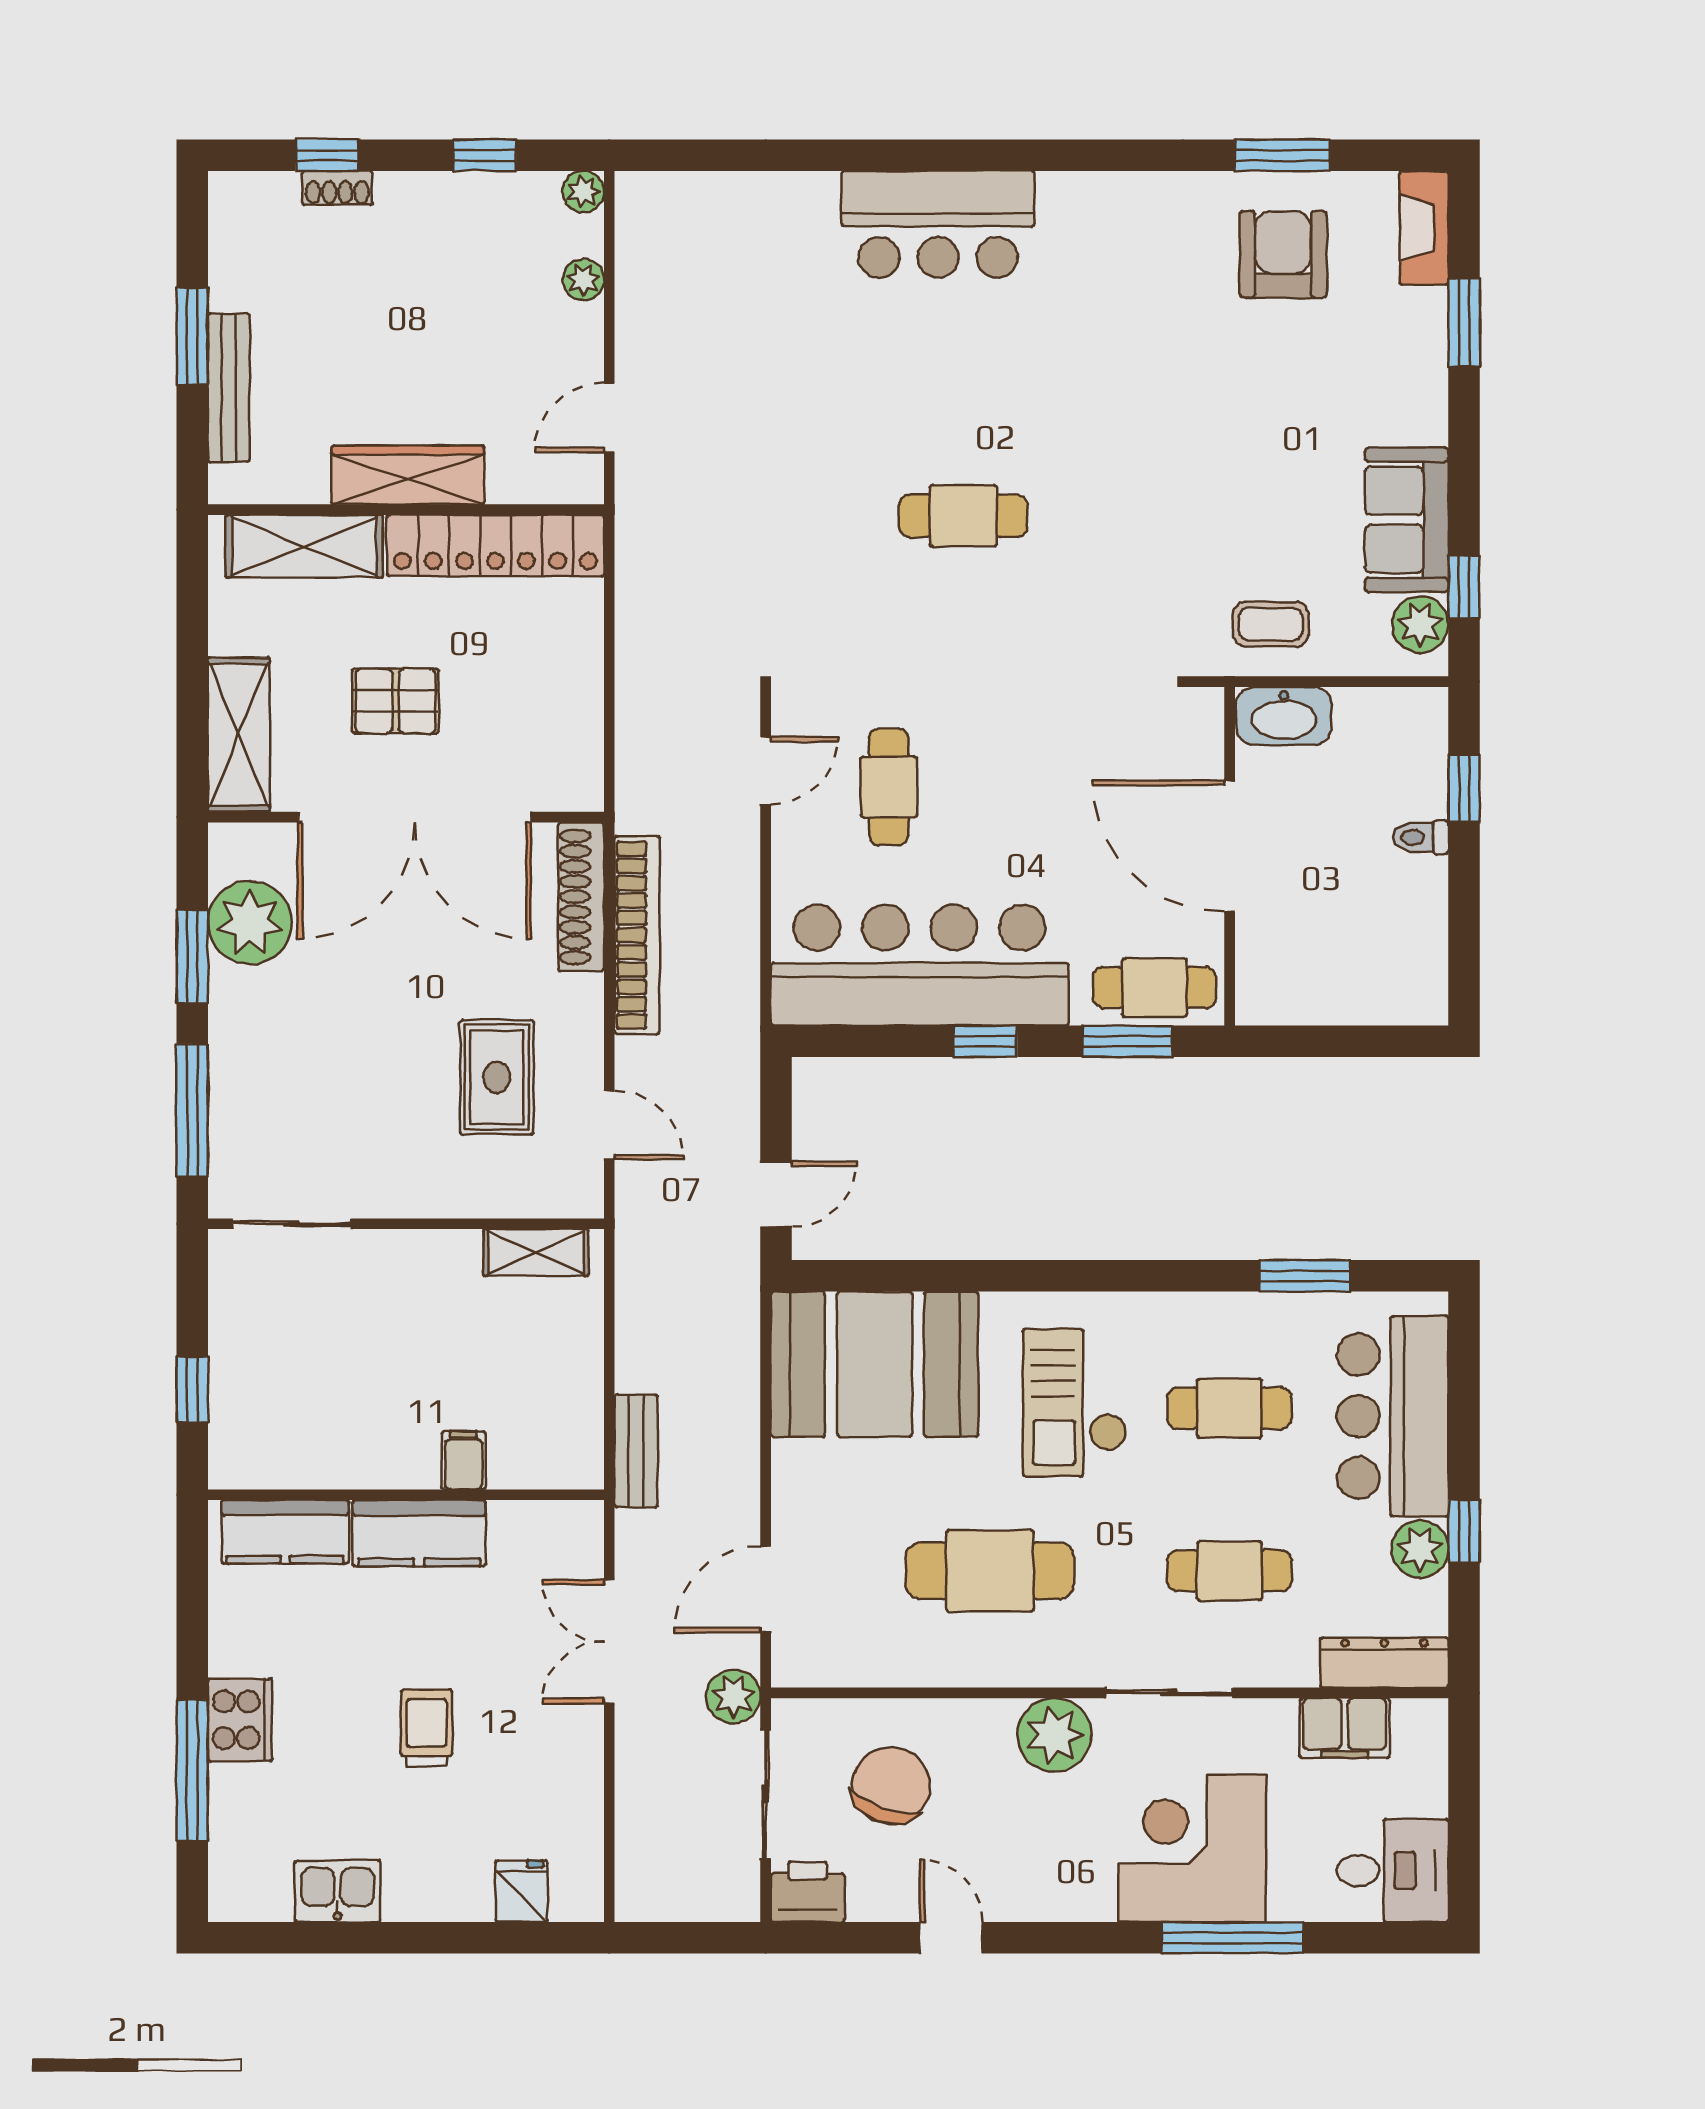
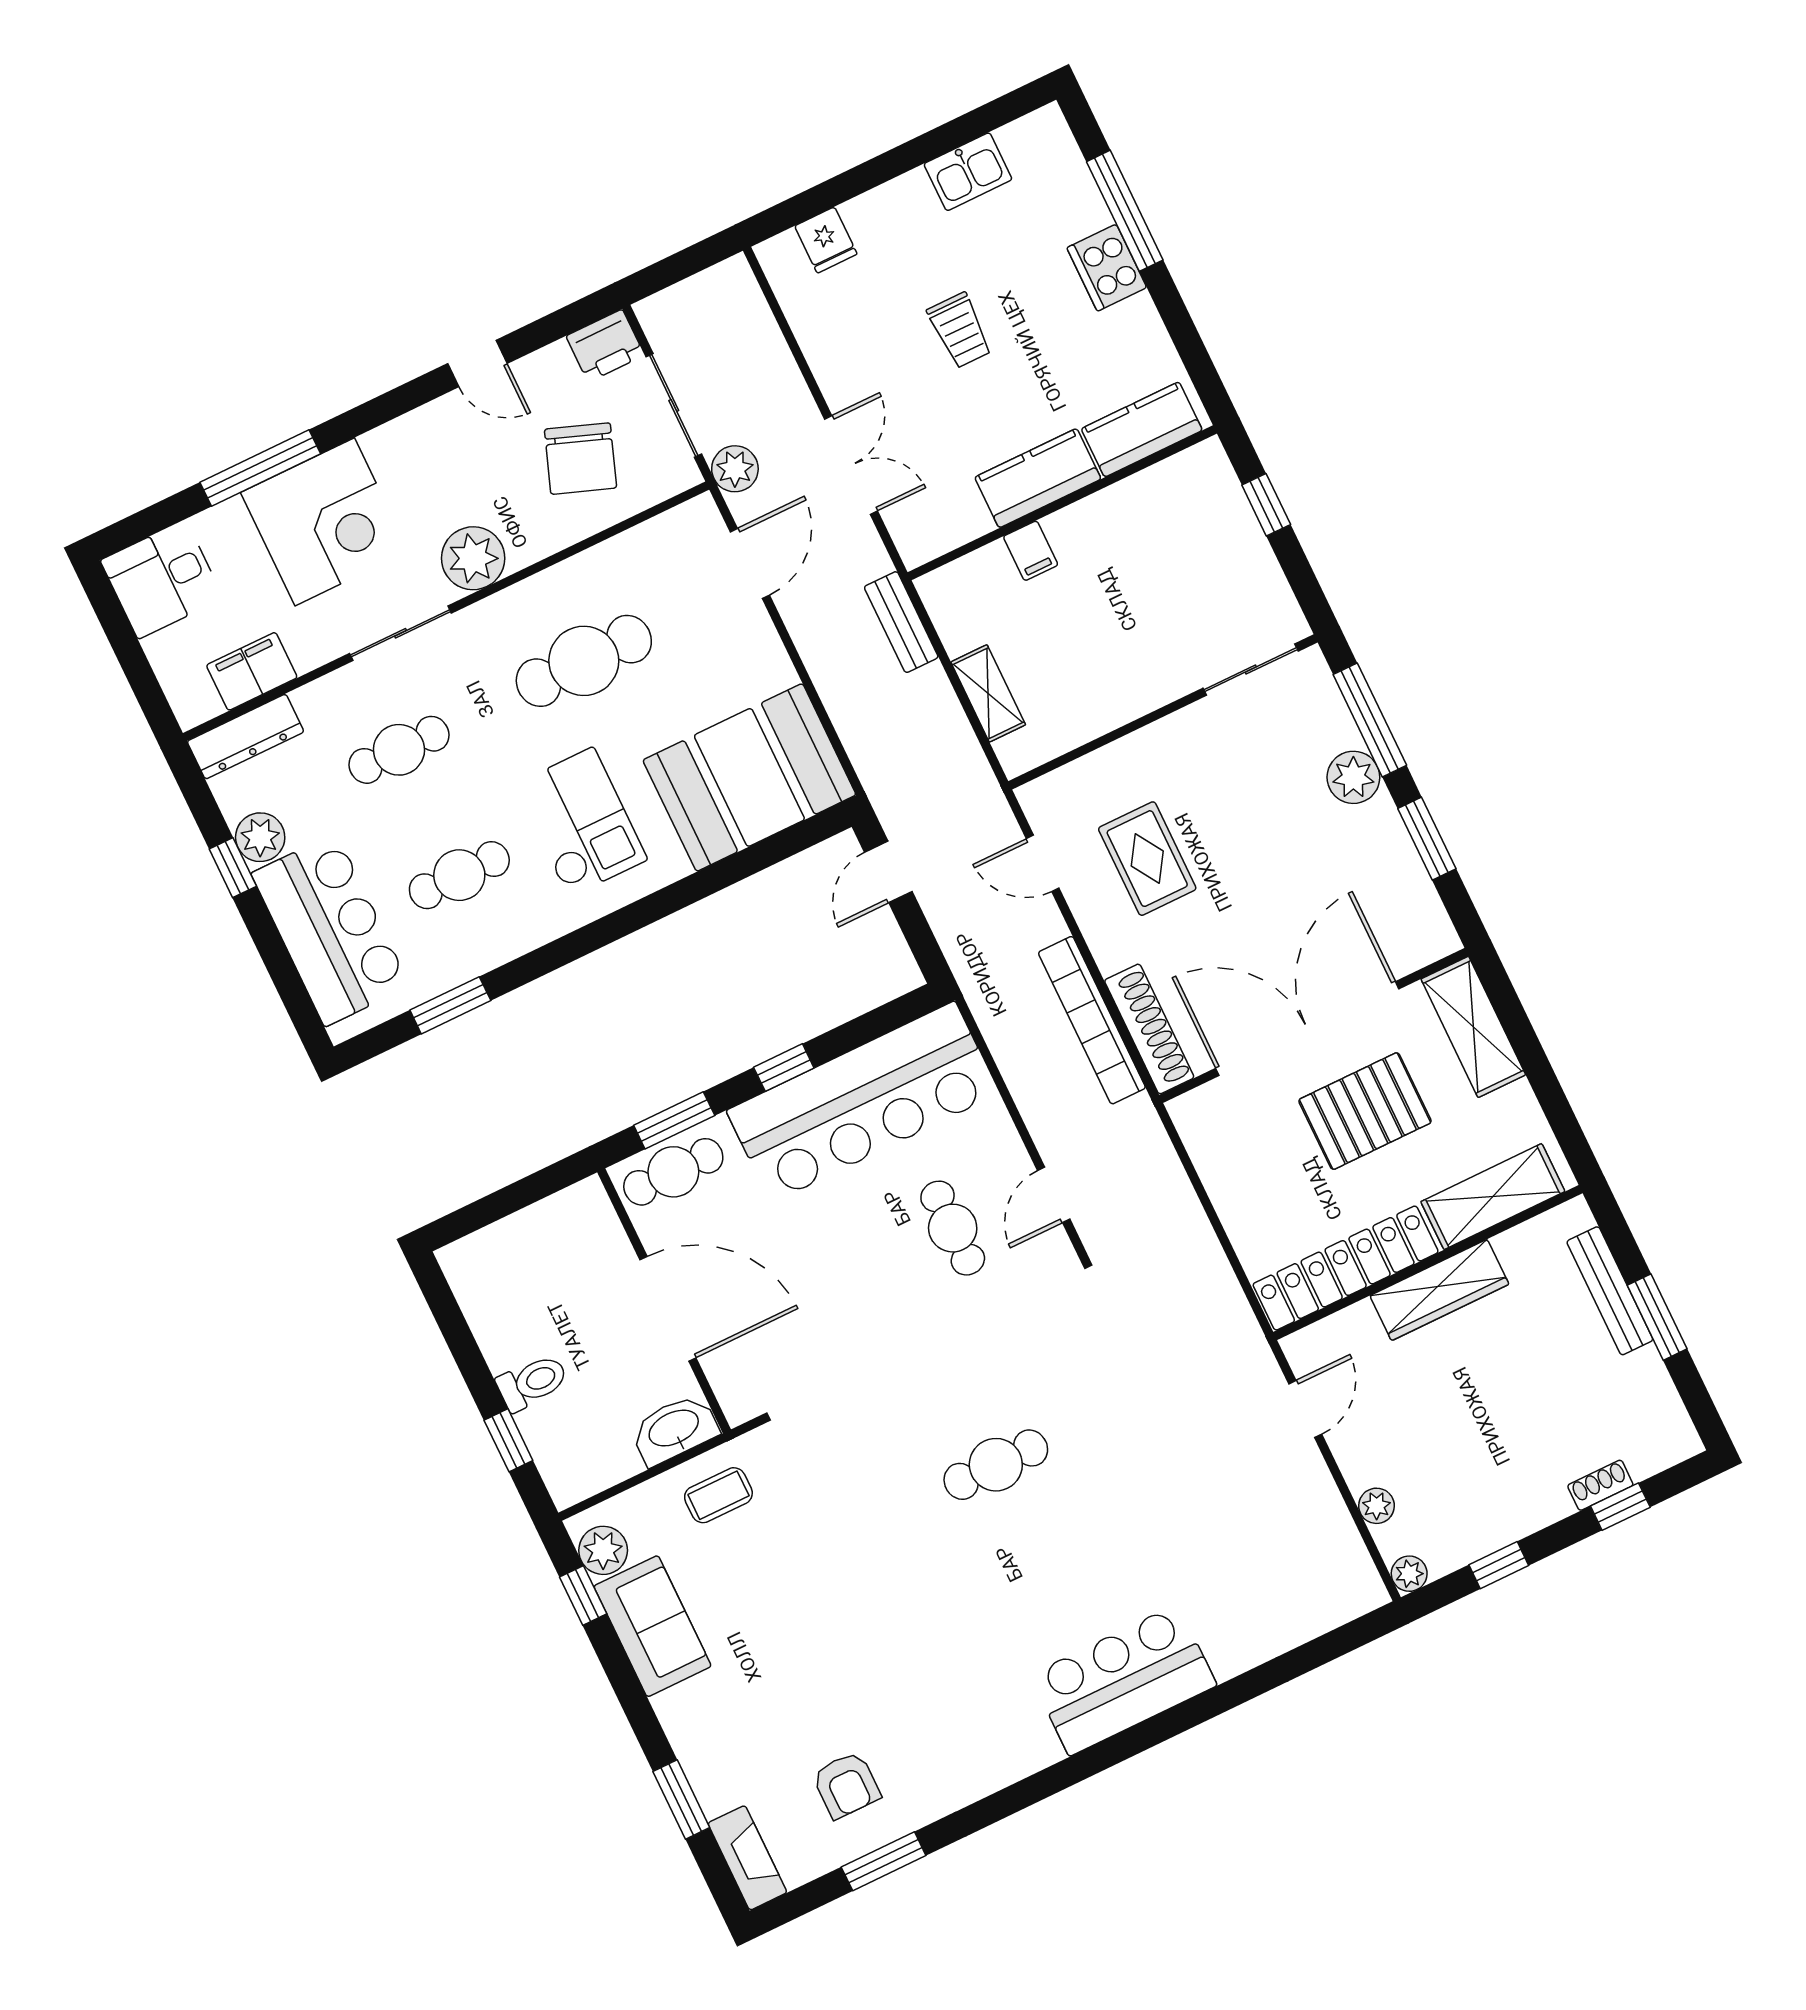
armchair: (1283, 254) -> (846, 1785), width x0.72, depth x0.72
pallet: (395, 701) -> (1365, 1111), width x1.50, depth x1.42
toilet: (1420, 837) -> (532, 1382), width x1.37, depth x1.39
plant: (250, 923) -> (1353, 777), moved, width x0.73, depth x0.73
shelving: (536, 1252) -> (988, 693), moved, turned 90

